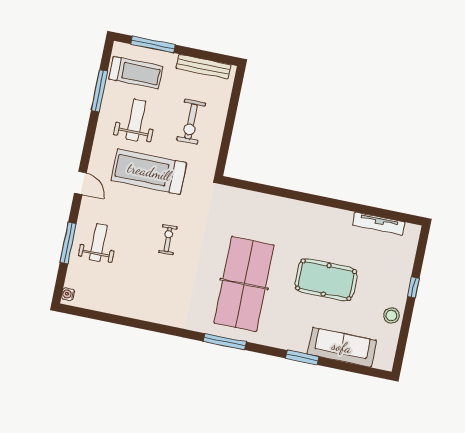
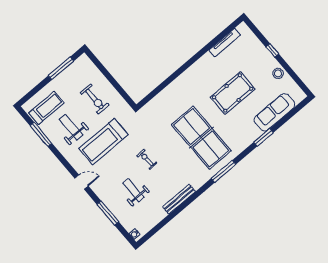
window: (153, 44) -> (61, 68), moved
bench: (203, 67) -> (179, 199), moved
weight bench: (98, 242) -> (133, 190), moved

